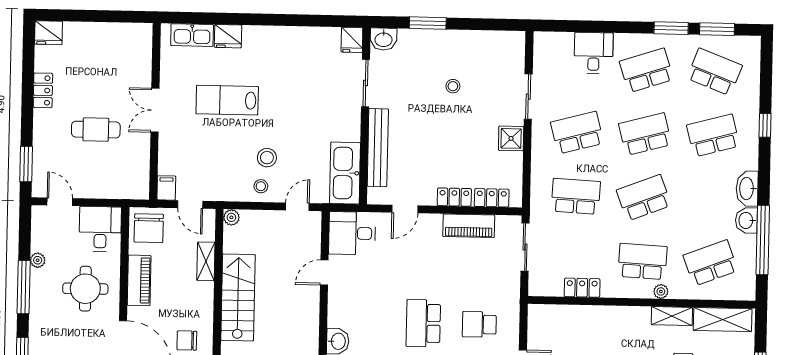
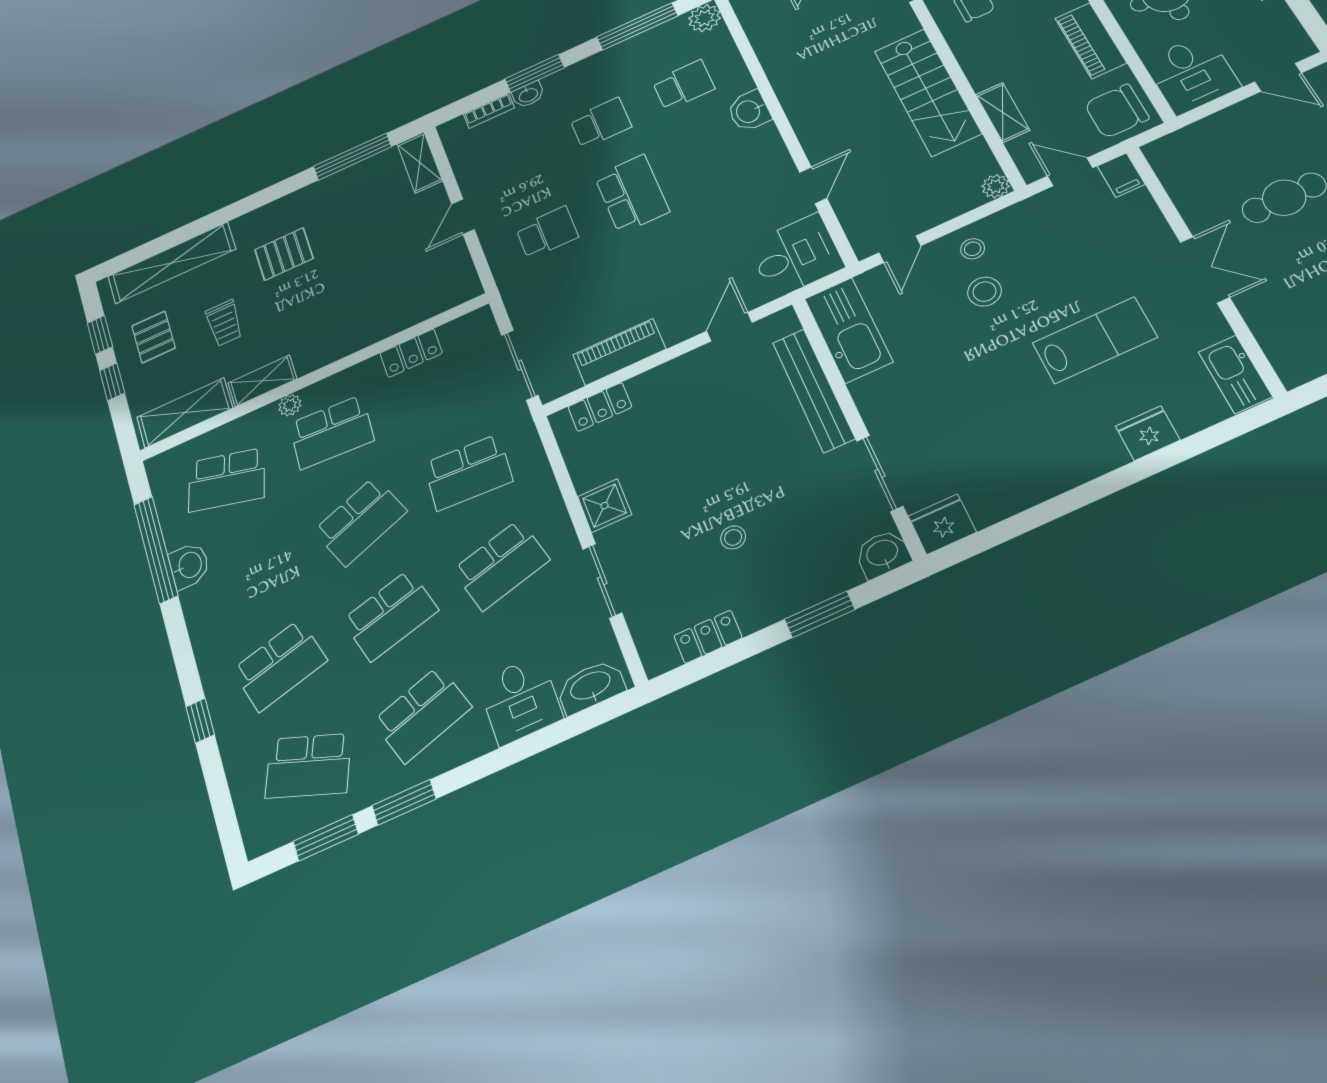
kitchen sink: (192, 35) -> (1235, 374), moved, turned -90
fridge: (352, 40) -> (942, 524), width x1.38
washbasin: (747, 189) -> (591, 686), moved, turned -90
locker: (454, 197) -> (708, 637), moved, turned 180
chair: (149, 228) -> (1117, 111), turned -90
school desk: (711, 263) -> (227, 480), turned 36

